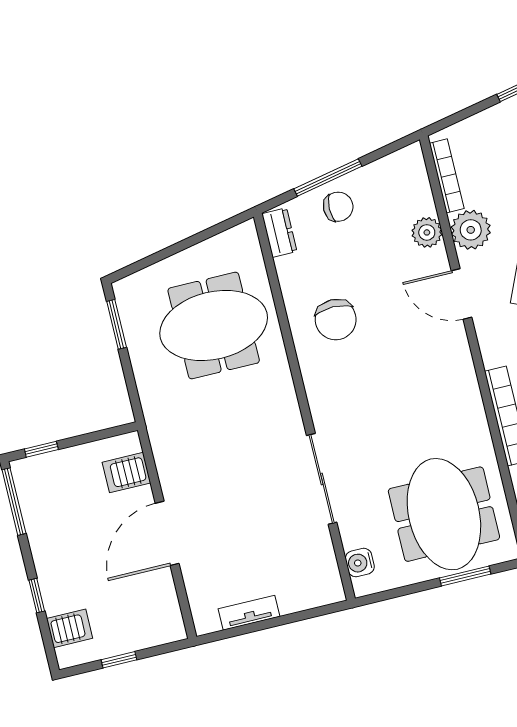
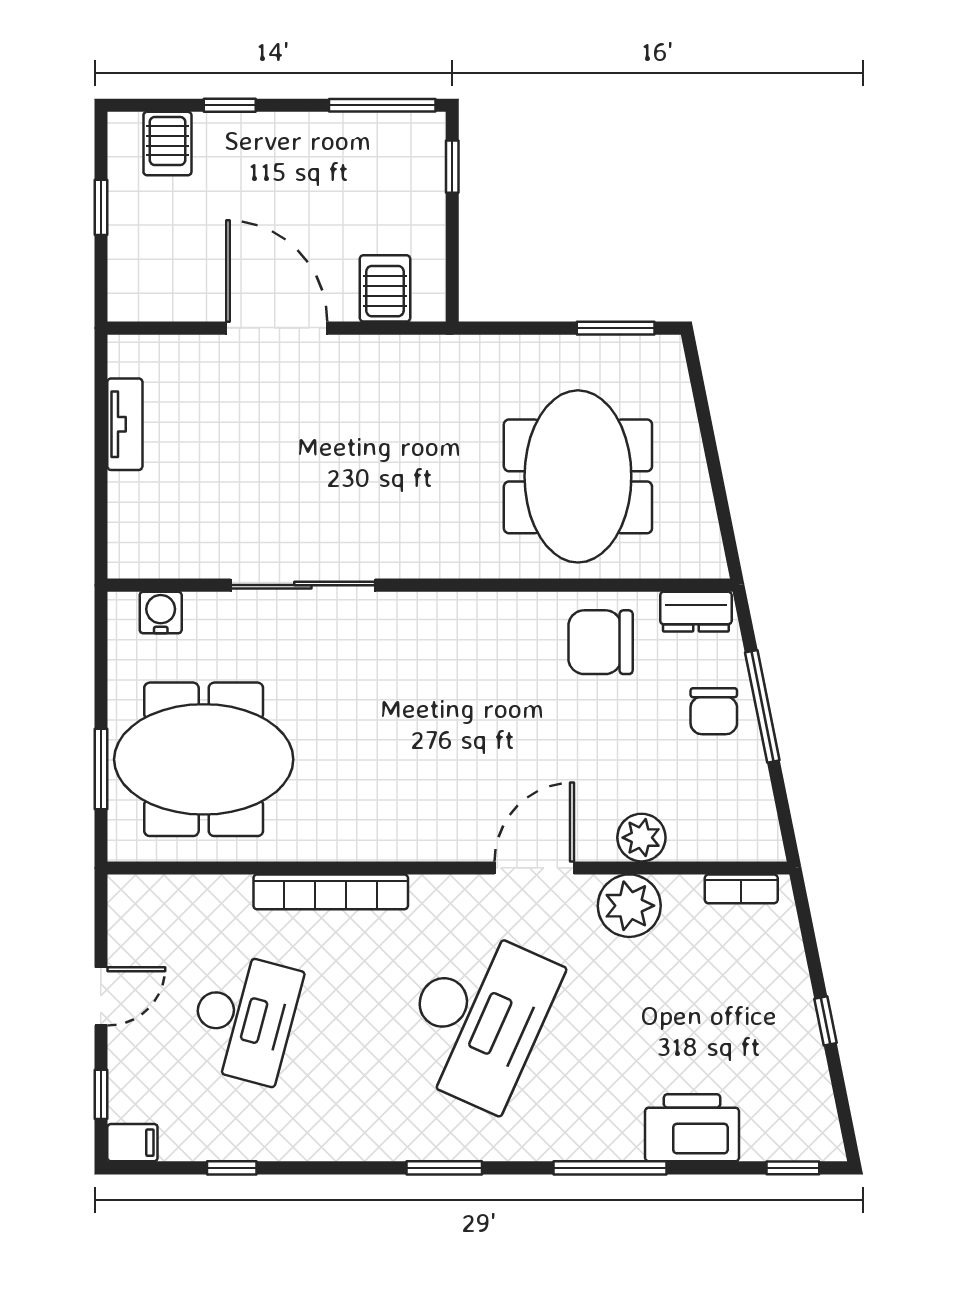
bookcase: (447, 176) -> (741, 889), width x0.64
chair: (336, 320) -> (601, 642), moved

